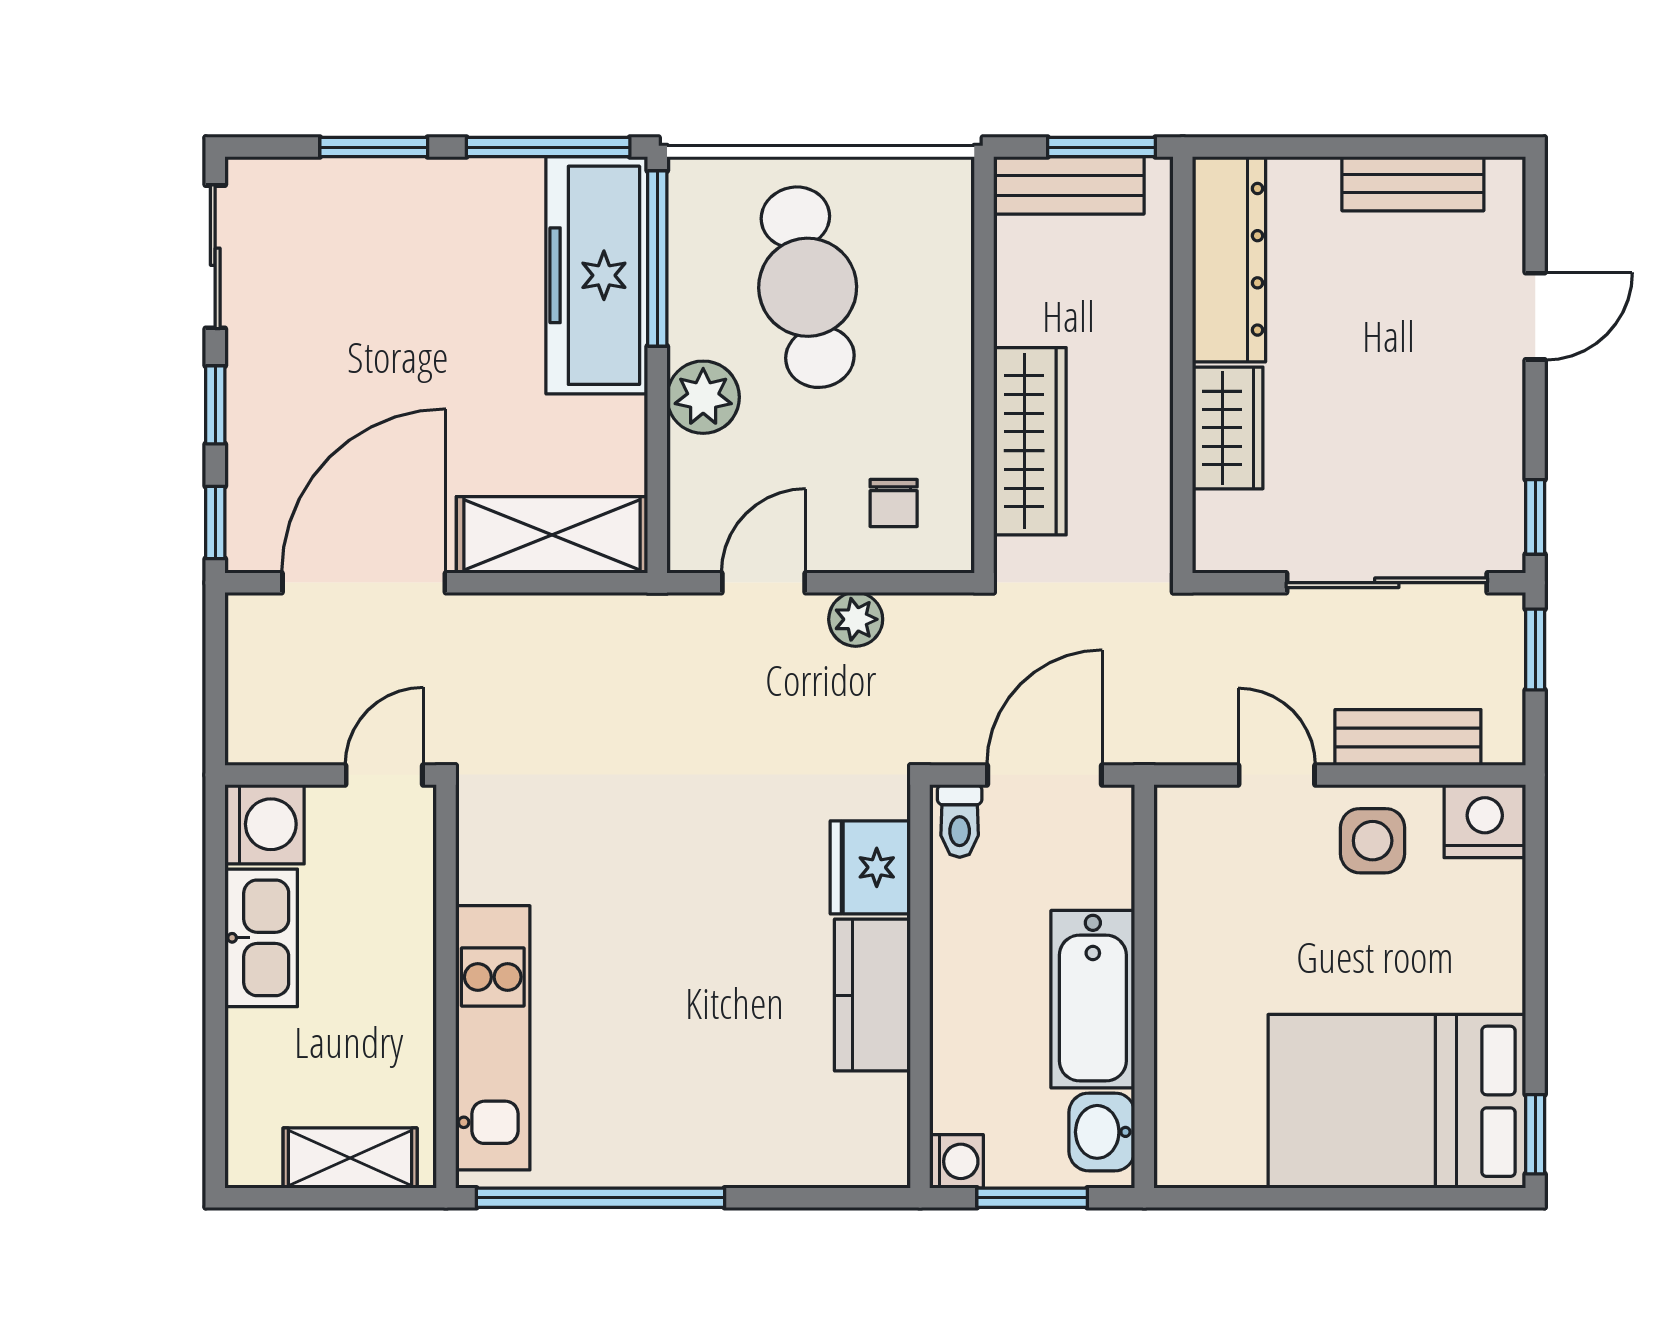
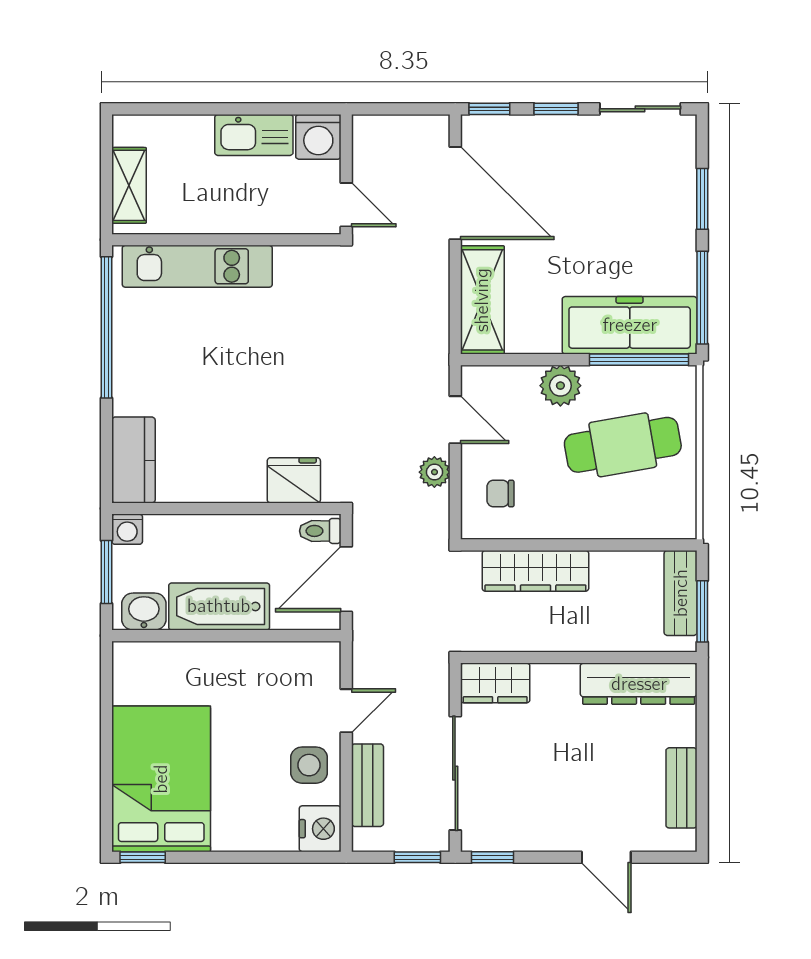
wardrobe: (1228, 428) -> (495, 683), moved
door: (1044, 775) -> (346, 579), swing flipped
kitchen counter: (872, 995) -> (133, 460), moved, turned 90

